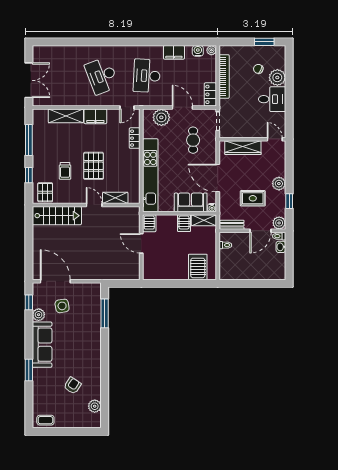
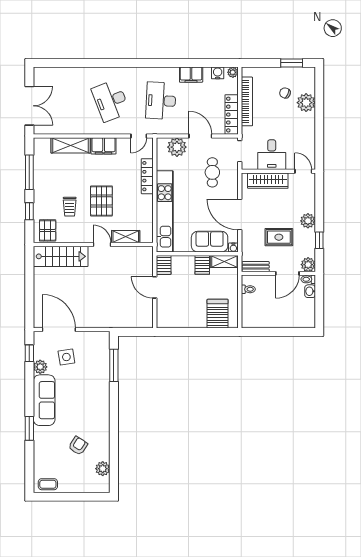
locker: (210, 94) -> (232, 115), width x1.53
desk: (272, 99) -> (272, 155), moved, turned 90
locker: (135, 138) -> (147, 176), width x1.53

